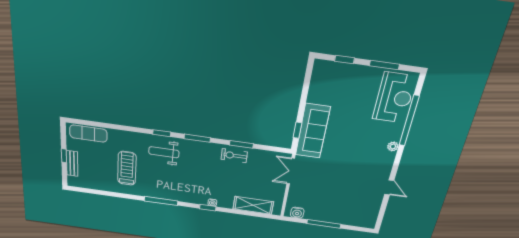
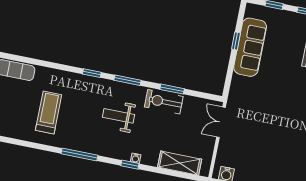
window: (297, 130) -> (236, 41), moved
sofa: (313, 131) -> (250, 47), moved
weight bench: (164, 152) -> (119, 116), moved
exercise bike: (234, 156) -> (164, 102), width x1.38, depth x1.39

